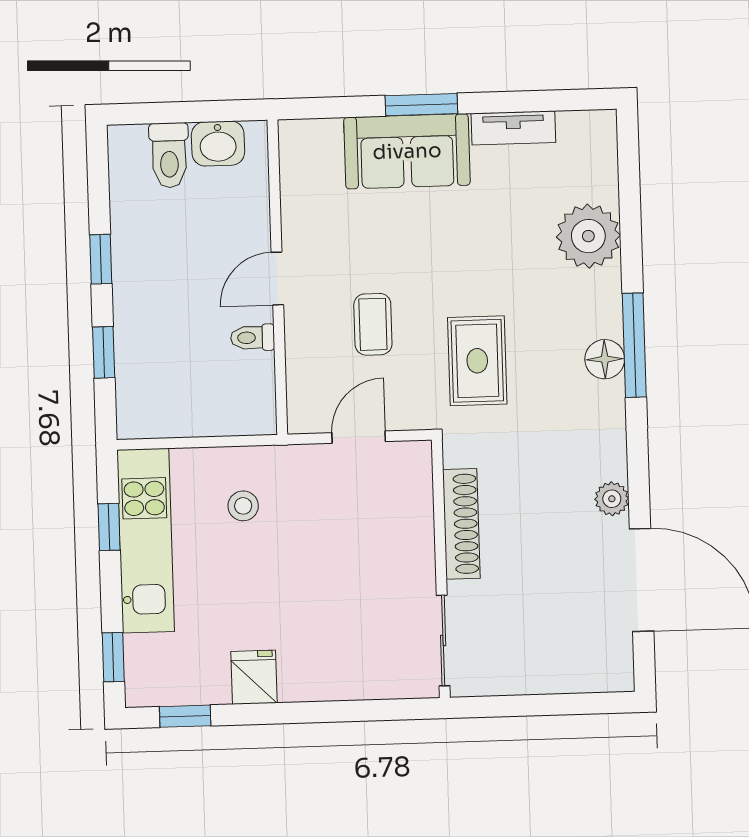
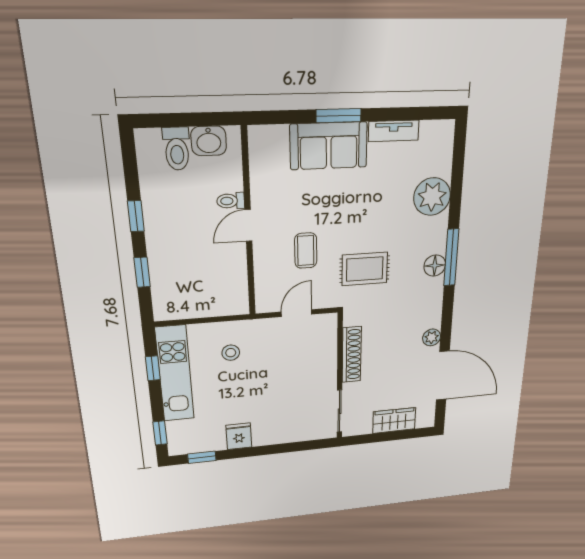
toilet: (253, 338) -> (231, 201), moved
rug: (477, 361) -> (365, 269), turned 90
wardrobe: (552, 670) -> (394, 420), added

